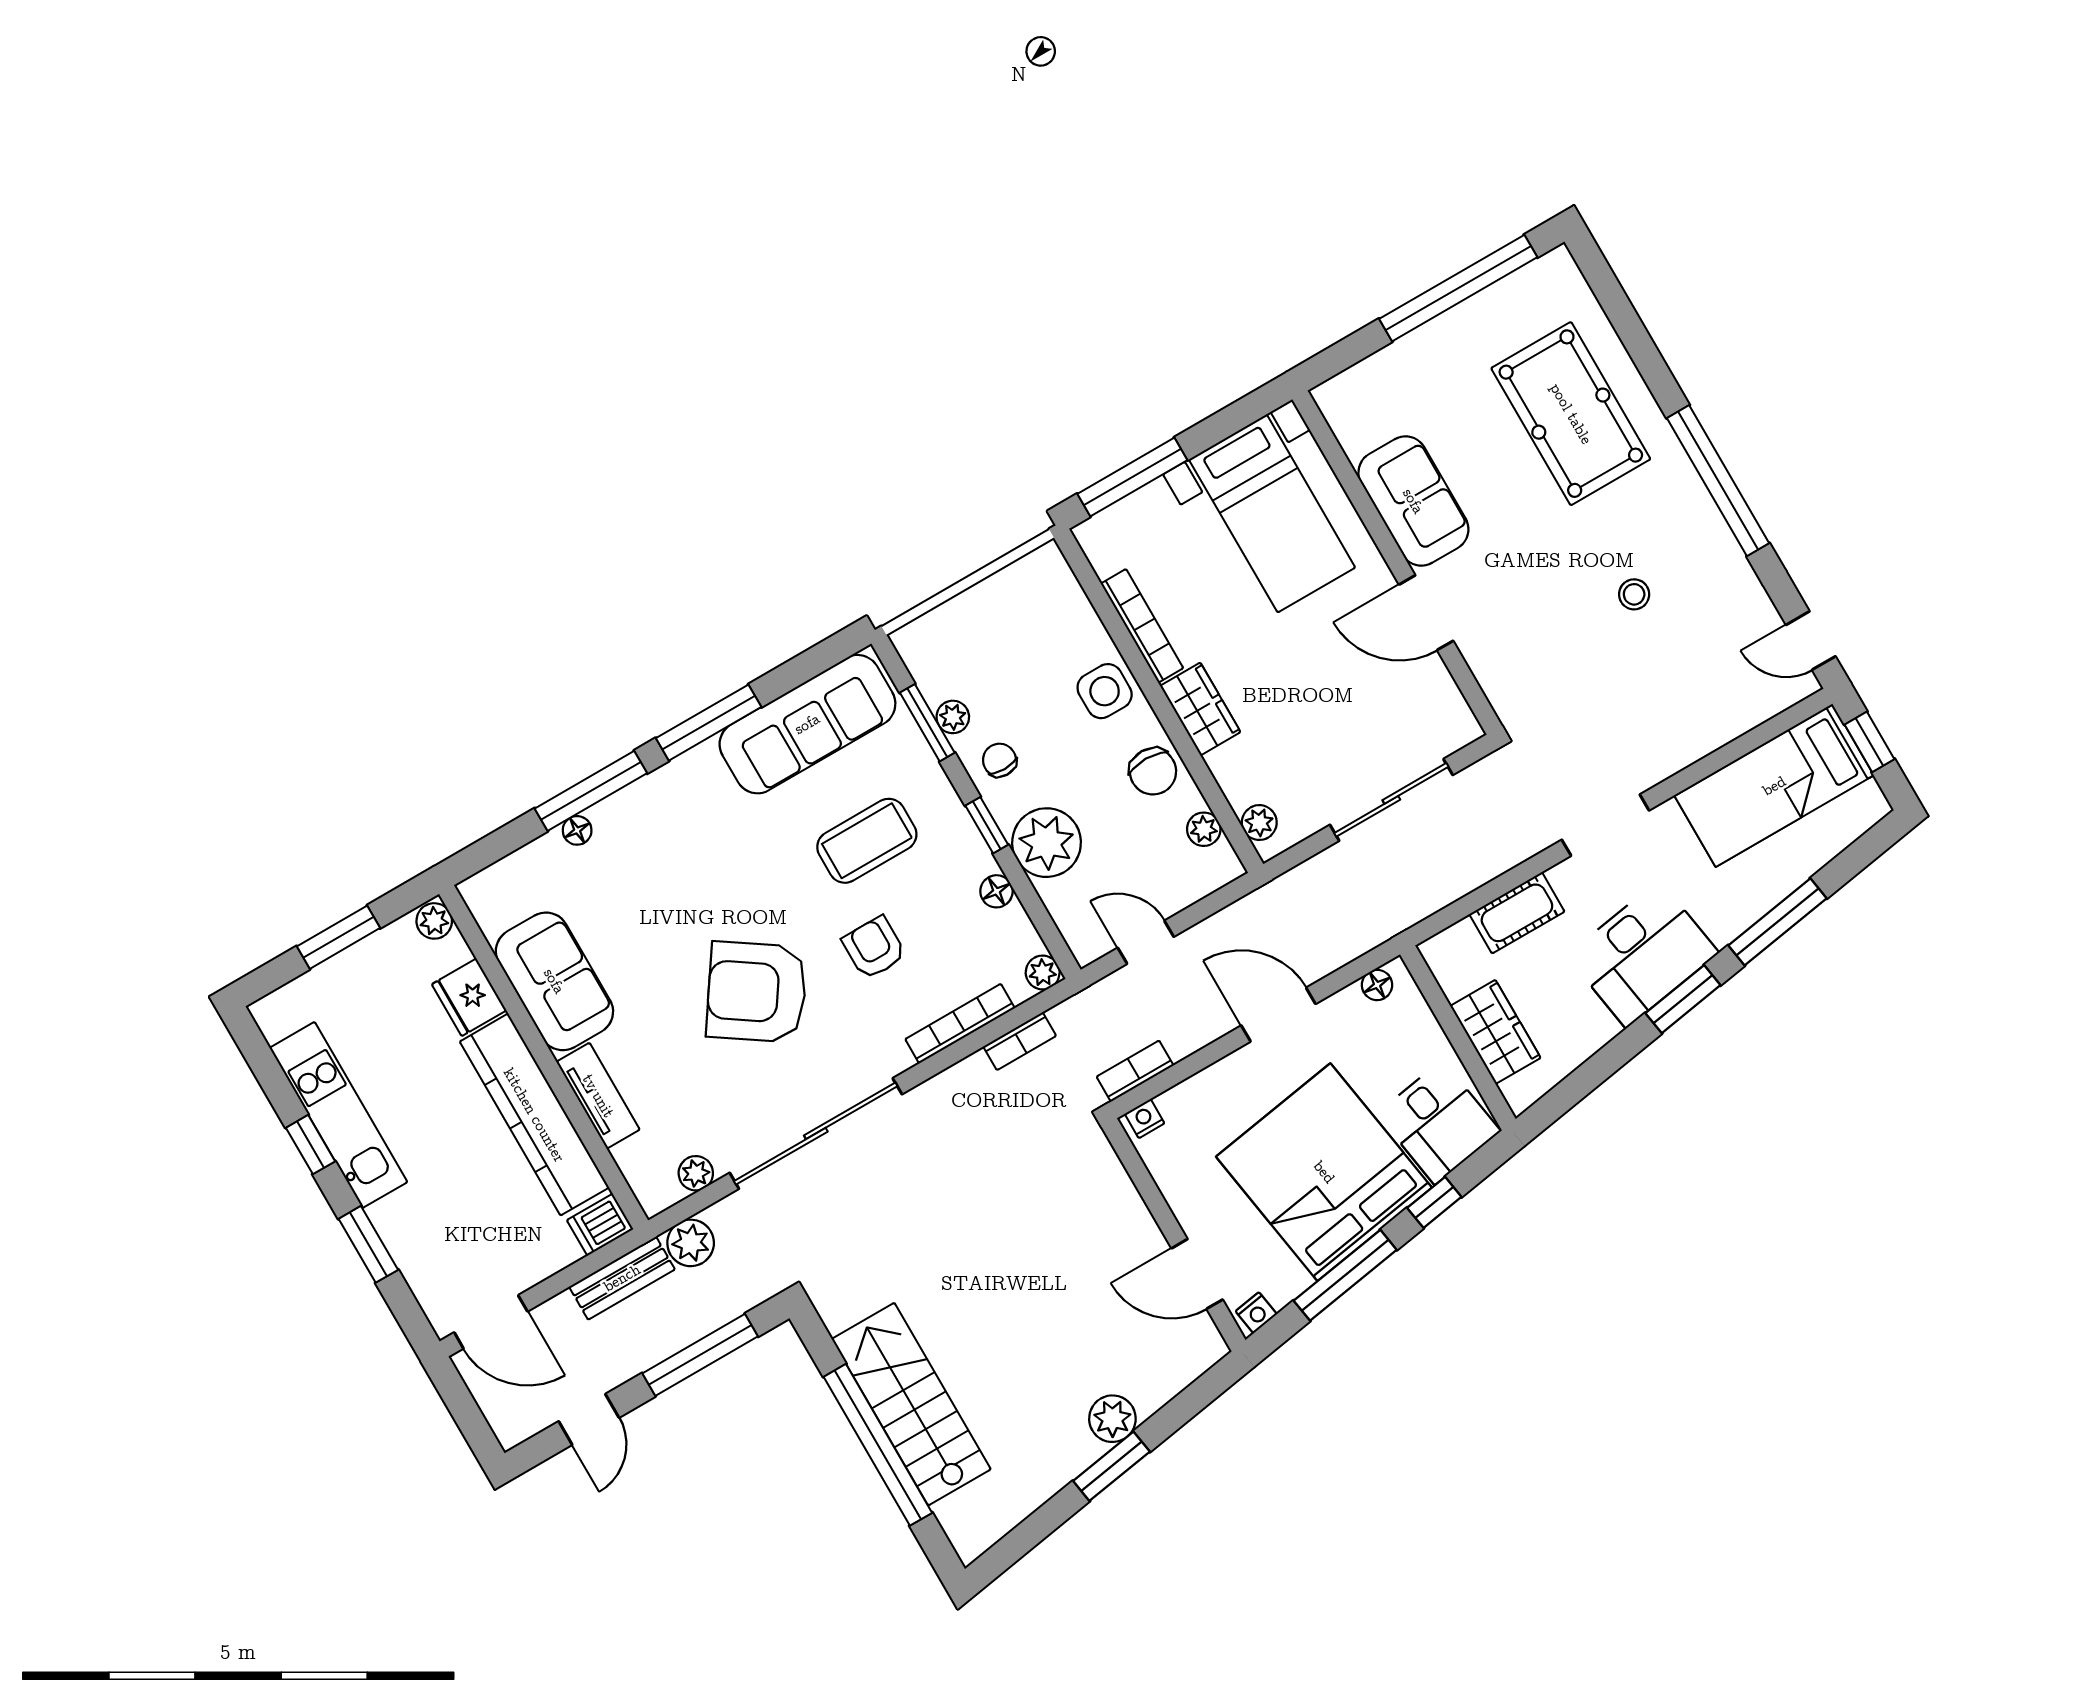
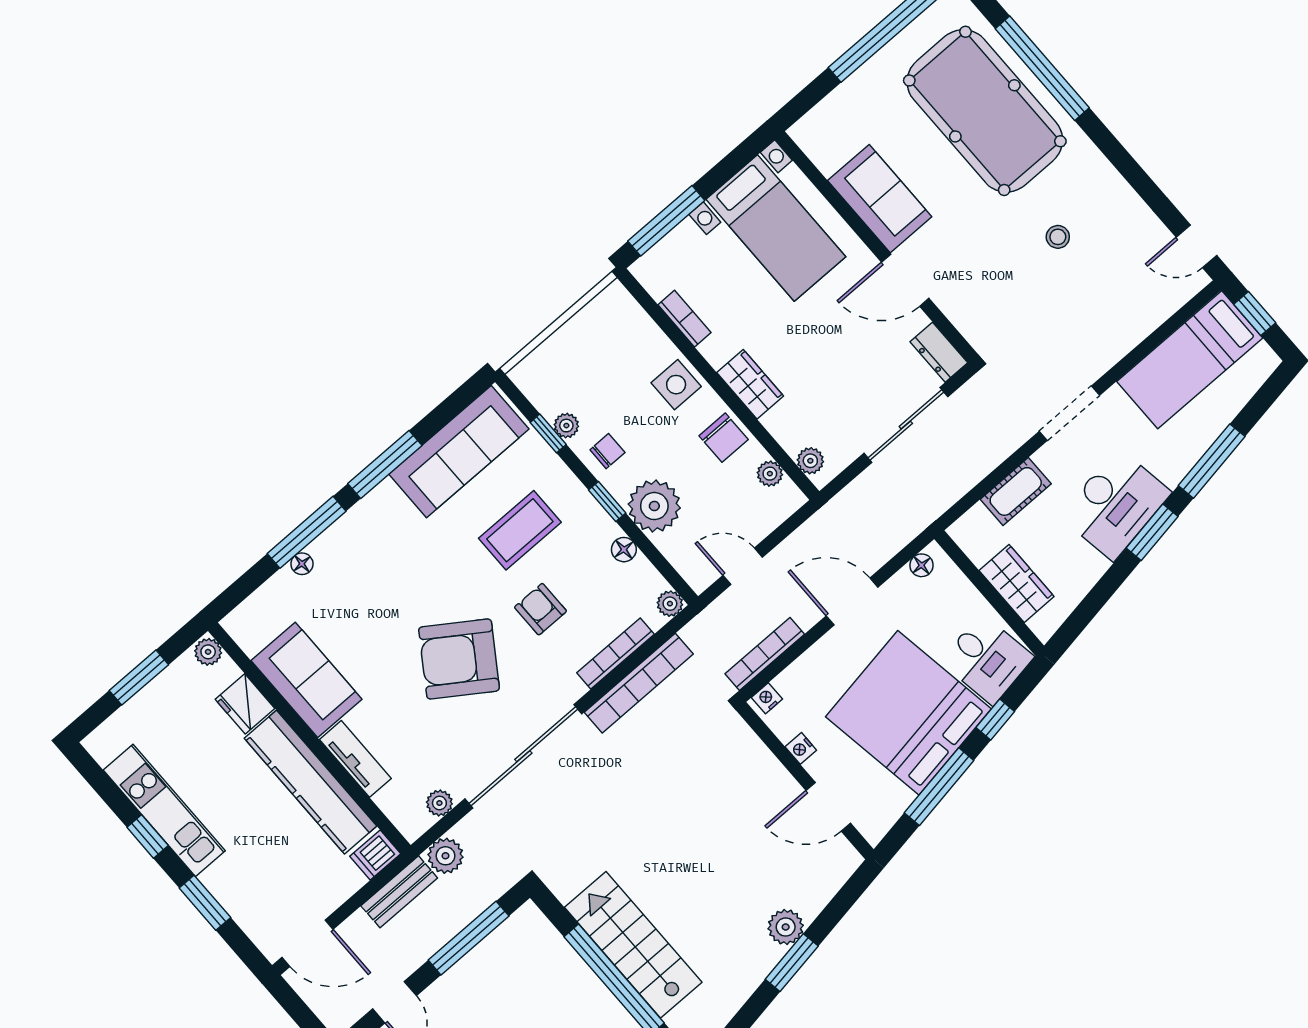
pool table: (1571, 414) -> (985, 111), width x1.36, depth x1.32
window: (1718, 481) -> (1042, 68), moved
bookcase: (1142, 626) -> (685, 319), width x0.64
dresser: (1452, 714) -> (939, 352), added
window: (927, 723) -> (548, 433), width x0.67
chair: (999, 760) -> (607, 451), turned 90
bookcase: (1020, 1041) -> (639, 683), width x2.31, depth x1.31
bookcase: (1135, 1071) -> (765, 654), width x1.56
nightstand: (1256, 1313) -> (801, 748), moved, turned 99

